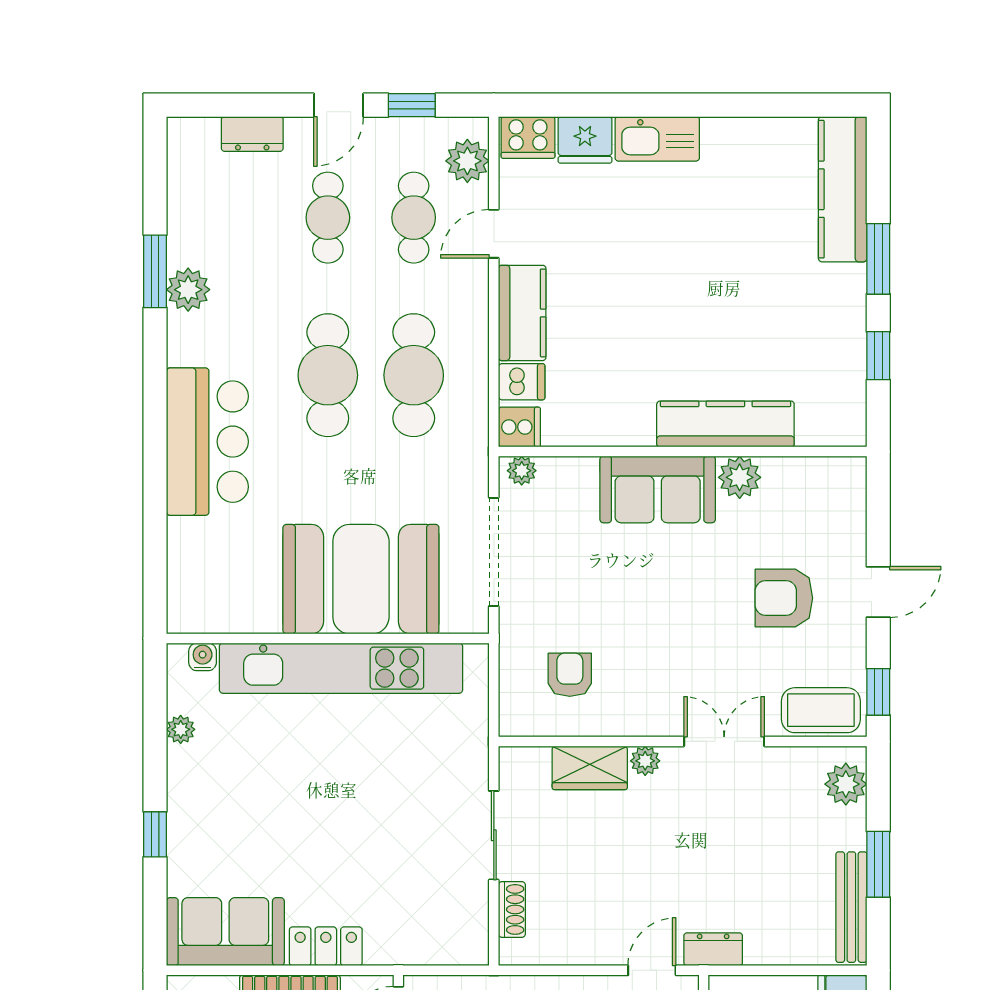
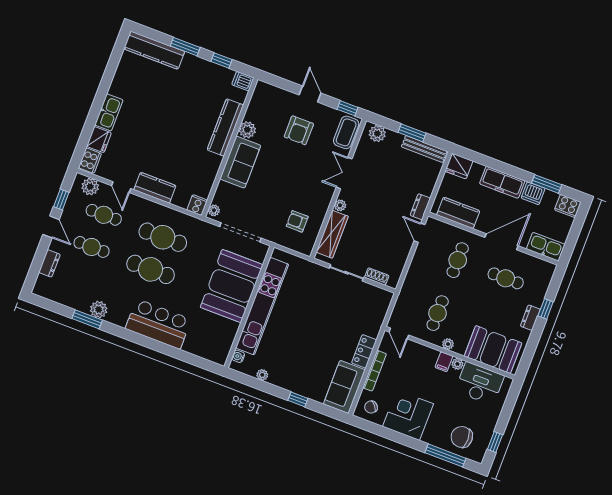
dishwasher: (522, 382) -> (243, 81), moved, turned -90
wardrobe: (590, 768) -> (332, 234), width x1.50

